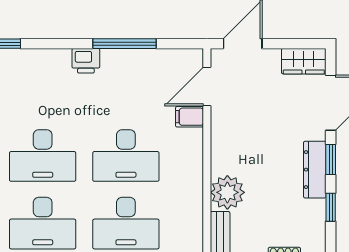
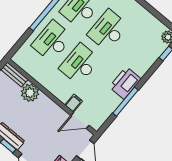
printer: (86, 61) -> (125, 83), width x1.87, depth x1.48
door: (207, 87) -> (80, 120), swing flipped

